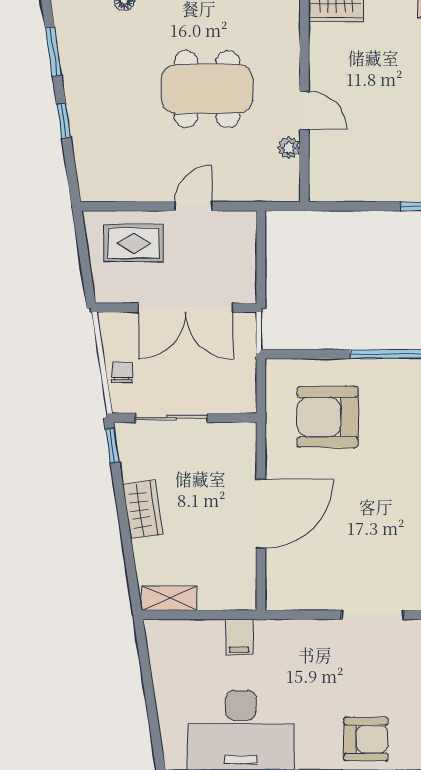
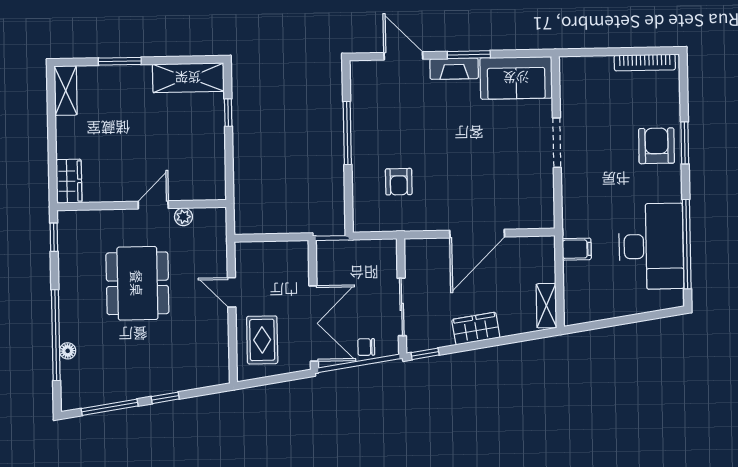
window: (53, 51) -> (110, 407), width x1.44
double door: (186, 308) -> (314, 323), moved
armchair: (327, 417) -> (399, 182), width x0.53, depth x0.53
door: (261, 513) -> (477, 234), swing flipped

